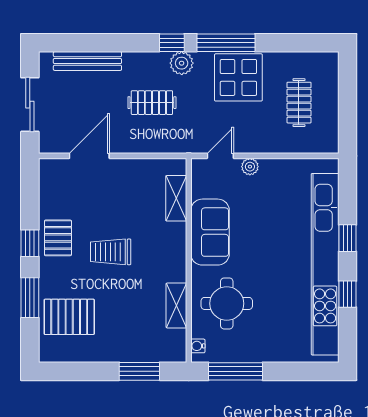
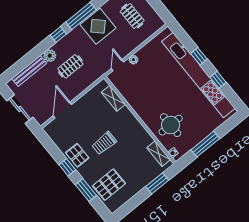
plant: (182, 63) -> (50, 56), moved
sofa: (210, 232) -> (139, 101), removed
shelving: (176, 305) -> (159, 154), moved
window: (236, 371) -> (205, 144), moved

